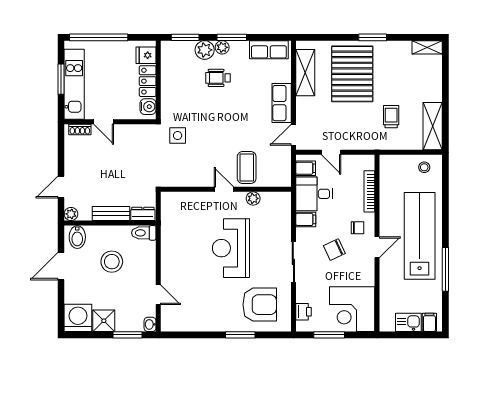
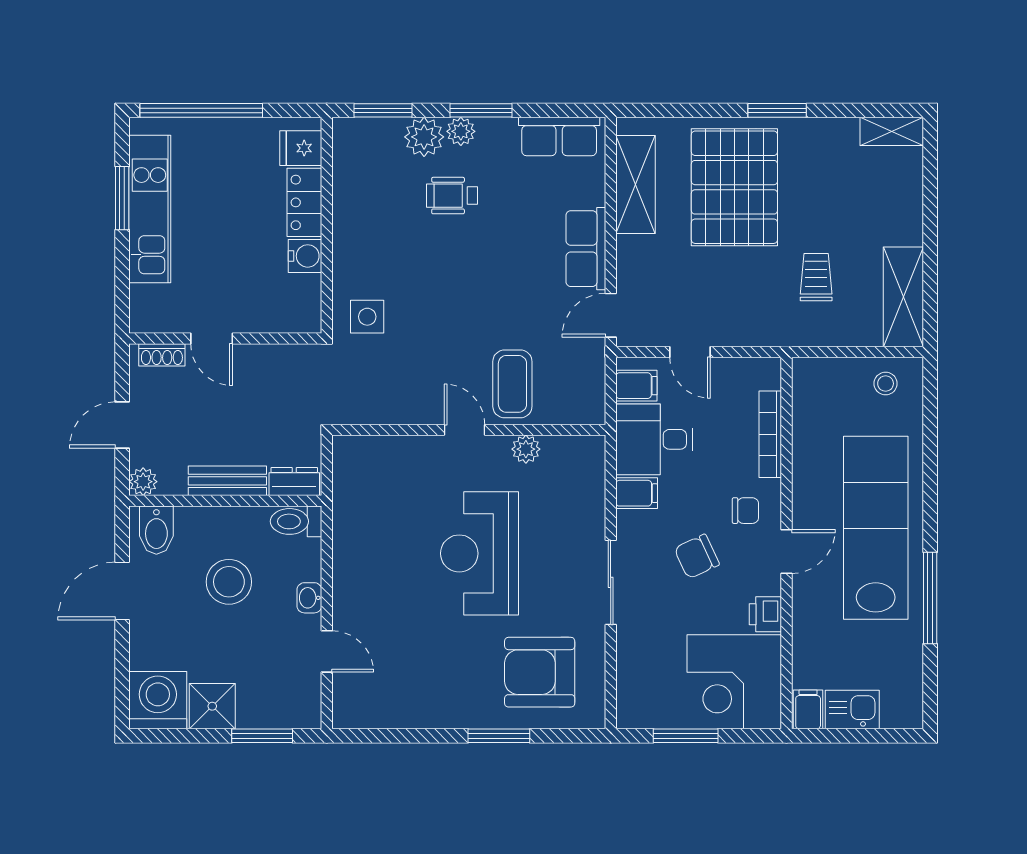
door: (104, 122) -> (212, 339), moved
wall: (110, 122) -> (225, 339), moved
shoe rack: (80, 130) -> (162, 355), moved
armchair: (260, 305) -> (540, 672), turned 180
printer: (303, 312) -> (765, 614), moved, turned 180
filing cabinet: (429, 322) -> (808, 709), moved
washbasin: (150, 324) -> (309, 598), moved

